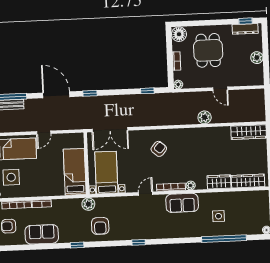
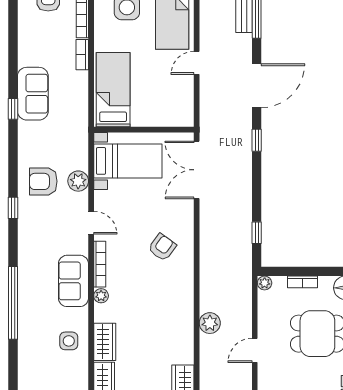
door: (44, 133) -> (197, 63), hinge flipped
armchair: (159, 149) -> (162, 247), turned -95
bed: (75, 172) -> (113, 90), moved, turned -90
plant: (88, 204) -> (78, 181), moved
side table: (219, 216) -> (69, 341), moved
armchair: (100, 226) -> (43, 181), moved
sofa: (42, 234) -> (33, 94), moved
window: (224, 239) -> (13, 303), moved

